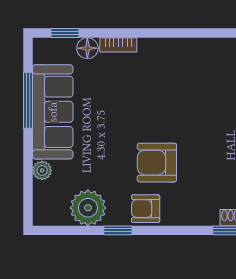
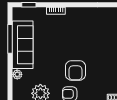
floor lamp: (87, 48) -> (40, 12), removed
armchair: (157, 163) -> (75, 70), turned -90

